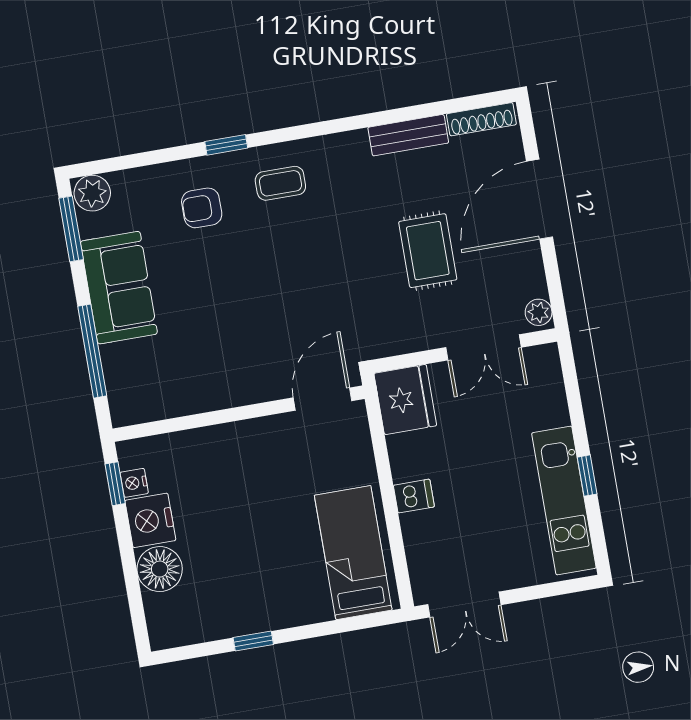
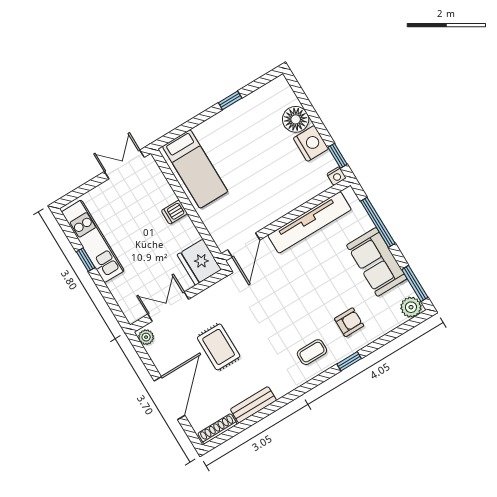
tv unit: (202, 394) -> (310, 222), added
nightstand: (134, 483) -> (336, 176), moved, turned 90

